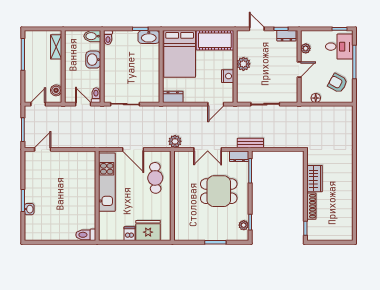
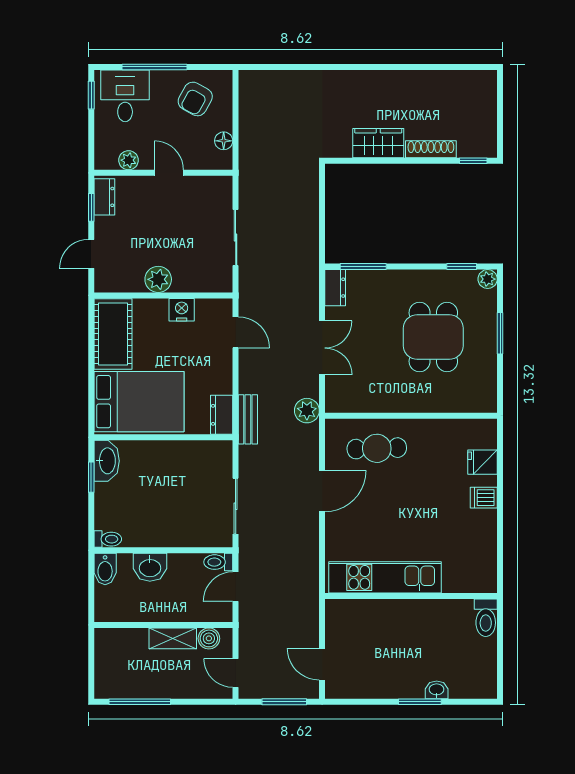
shelving: (56, 47) -> (173, 638), moved
bench: (250, 143) -> (248, 419), moved
kitchen unit: (107, 182) -> (385, 577), moved
dining table: (219, 191) -> (433, 337), moved
wall: (97, 196) -> (411, 596), moved
plant: (244, 225) -> (488, 279), moved
fridge: (148, 231) -> (483, 462), width x0.53, depth x0.75
toilet: (86, 235) -> (486, 618), moved

